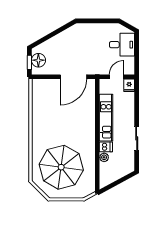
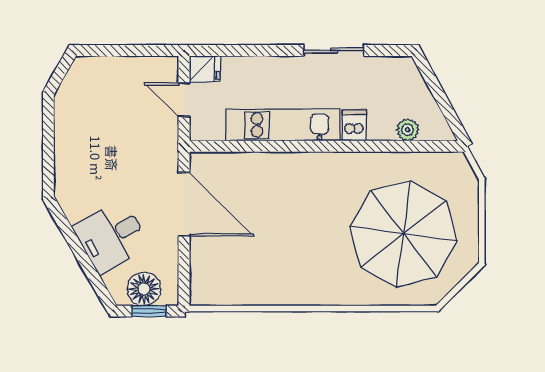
desk: (122, 45) -> (111, 236), moved, turned -120
plant: (104, 157) -> (408, 130), moved

